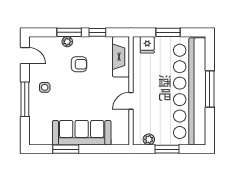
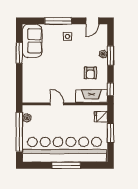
window: (97, 32) -> (110, 89), moved
armchair: (79, 64) -> (90, 73), moved
sofa: (82, 133) -> (32, 41), moved, width x0.73
window: (167, 149) -> (19, 132), width x2.11

